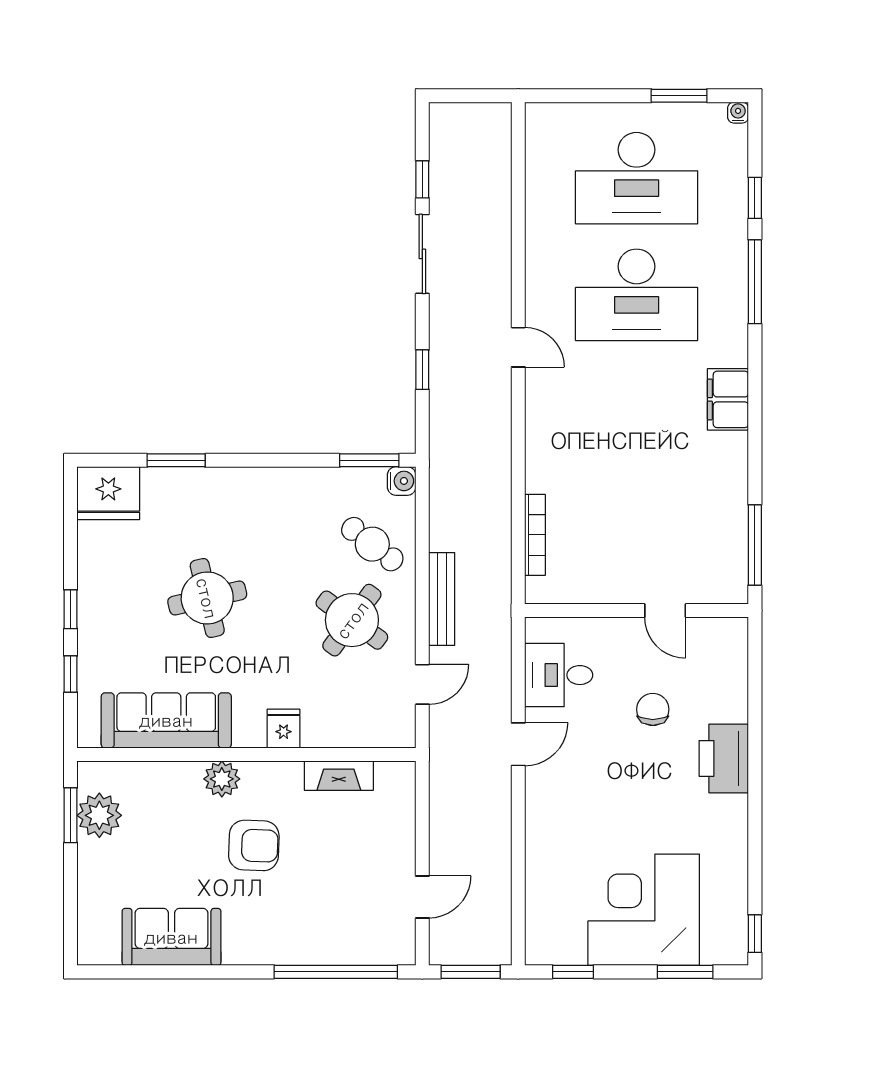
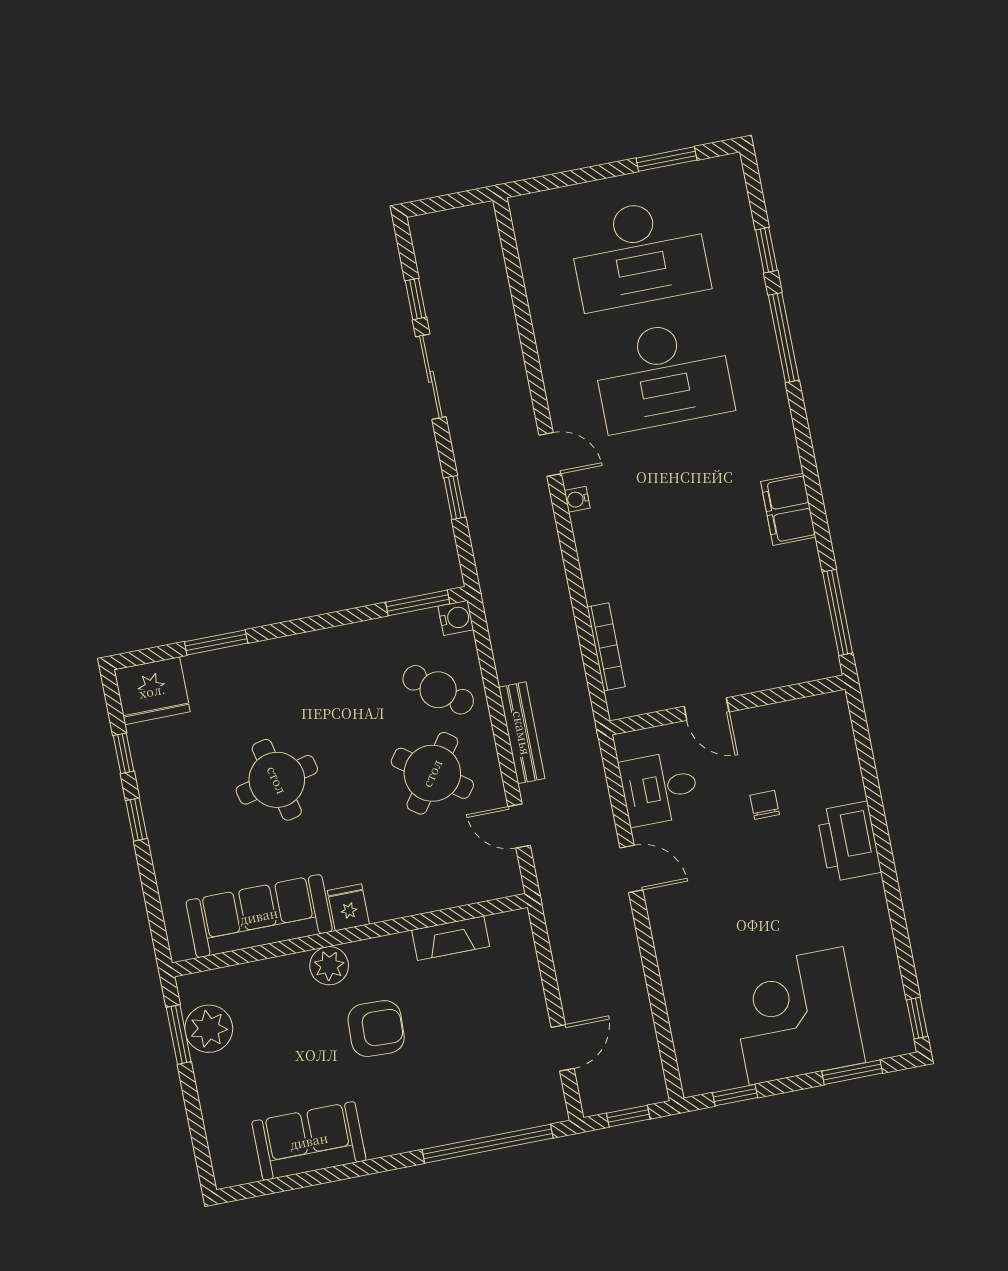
water cooler: (738, 113) -> (577, 499), moved, turned -90
filing cabinet: (728, 399) -> (788, 509), moved
door: (665, 611) -> (707, 709), moved
window: (71, 674) -> (124, 753), moved
door: (422, 684) -> (519, 826), swing flipped
chair: (653, 709) -> (765, 805), width x0.73, depth x0.73
fridge: (284, 729) -> (348, 907), moved
door: (518, 744) -> (631, 869), hinge flipped
window: (471, 972) -> (628, 1116), width x0.67

